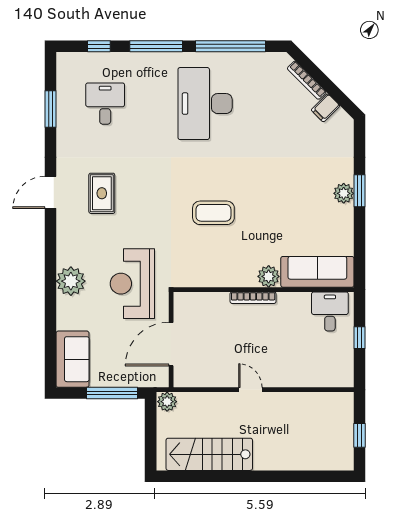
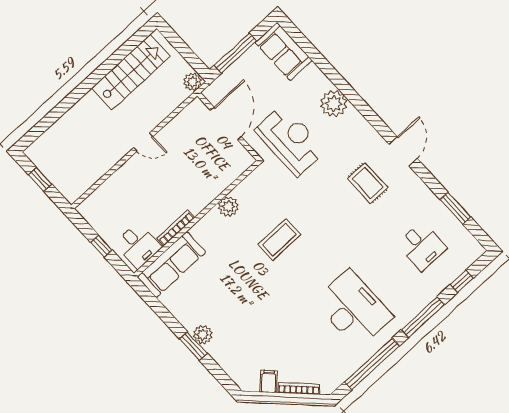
plant: (269, 276) -> (228, 206), moved
bookcase: (253, 298) -> (176, 228), moved

